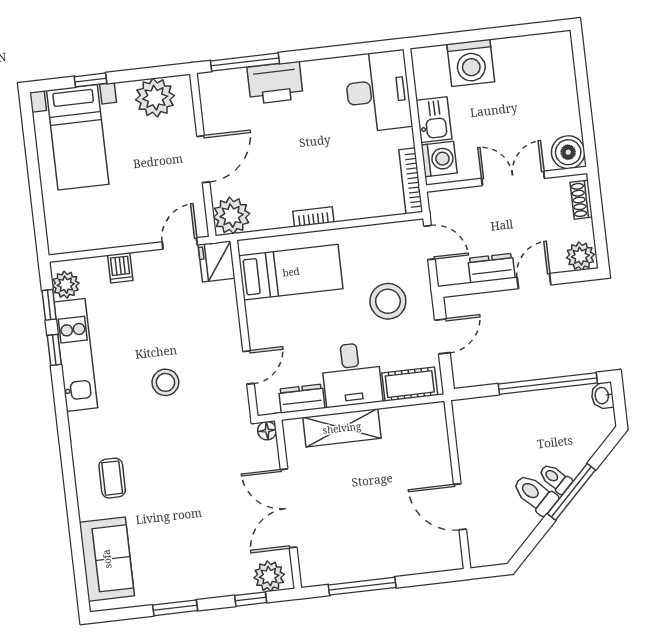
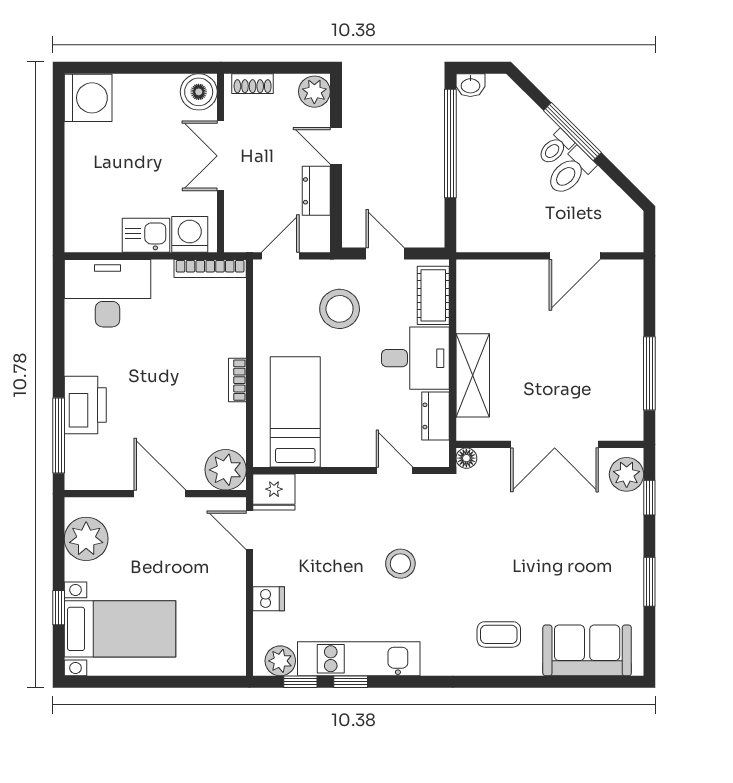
washing machine: (471, 63) -> (88, 98), moved

